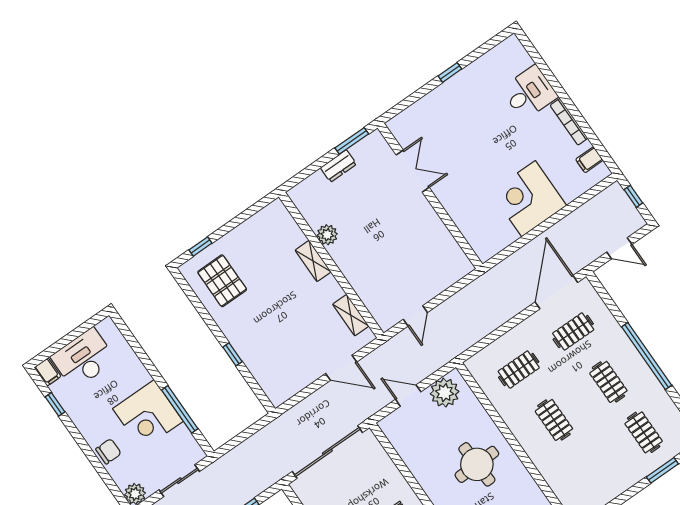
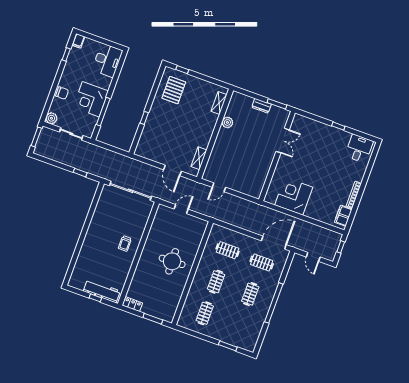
desk: (529, 93) -> (359, 149), moved, turned -90
filing cabinet: (589, 160) -> (343, 216), width x2.00
corner desk: (529, 199) -> (294, 196), moved
shelving: (313, 261) -> (219, 103), moved
desk: (83, 359) -> (107, 60), moved, turned 90
plant: (445, 393) -> (194, 224), removed
door: (408, 396) -> (181, 209), hinge flipped
clothes rail: (644, 432) -> (205, 313), moved

